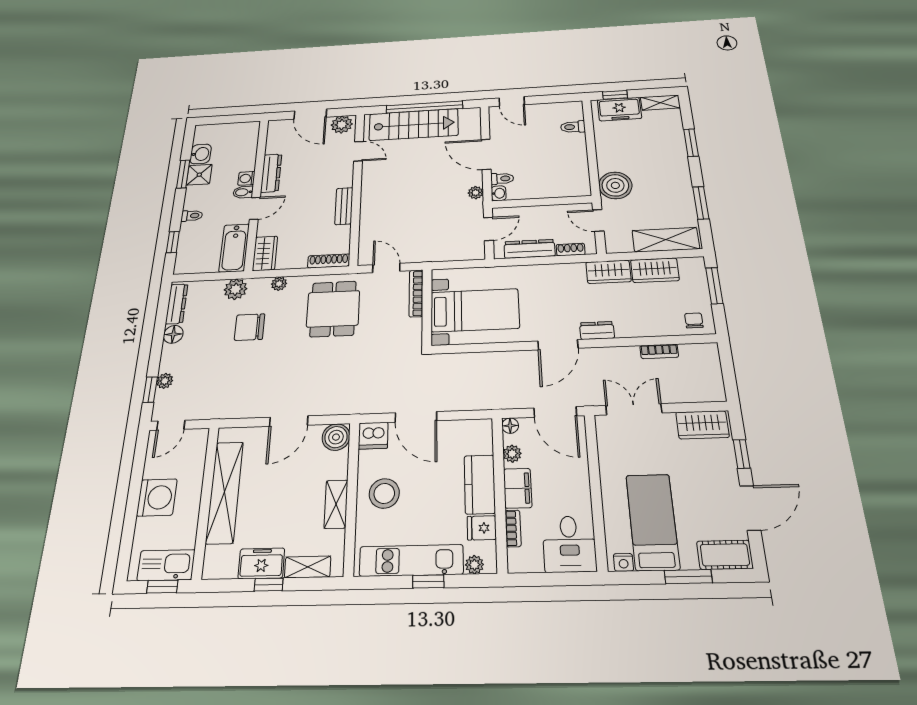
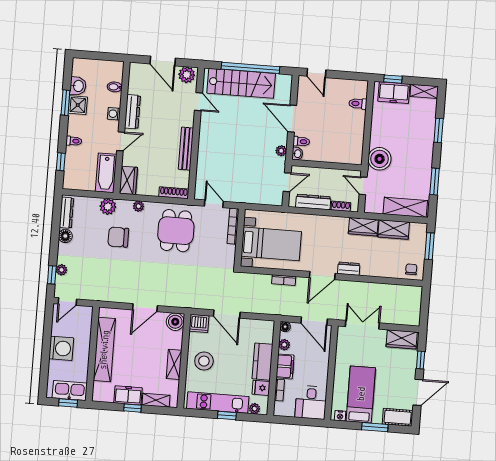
bidet: (243, 192) -> (115, 87), moved
bench: (344, 206) -> (186, 149), width x1.36
bookcase: (659, 351) -> (284, 280), moved

